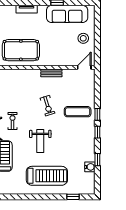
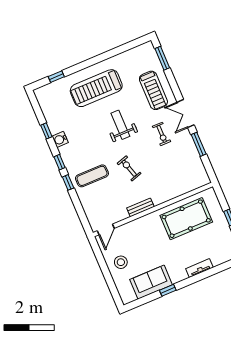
sofa: (67, 14) -> (151, 282), width x0.73
water cooler: (90, 167) -> (60, 139), moved

